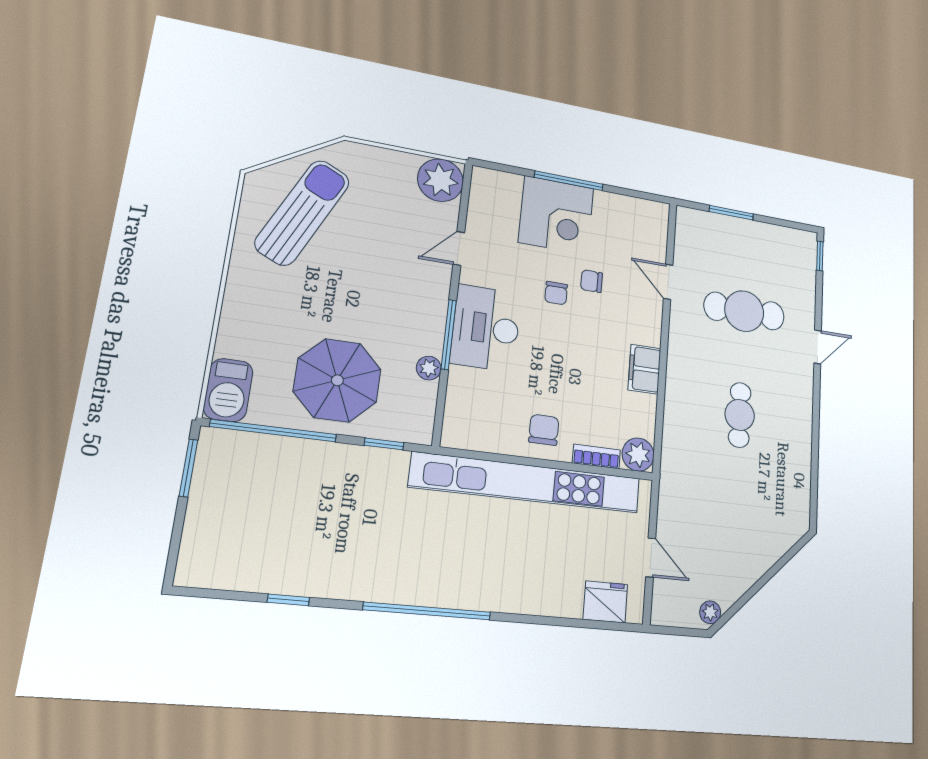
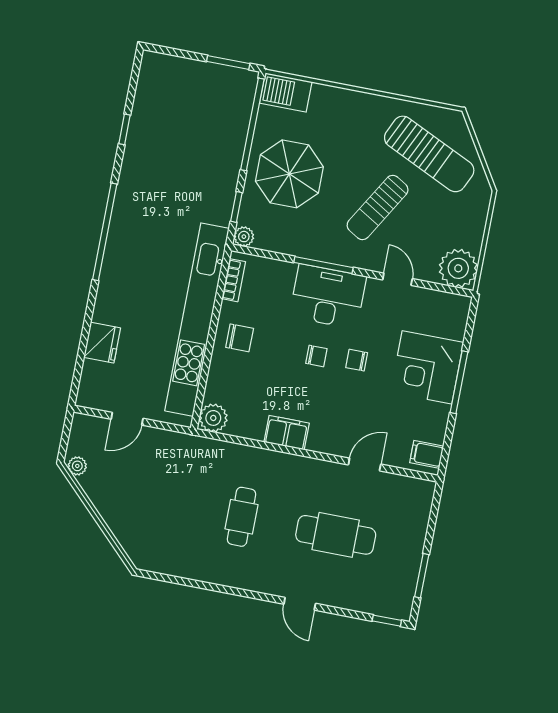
window: (731, 213) -> (422, 576), moved
filing cabinet: (650, 216) -> (427, 454), added
sun lounger: (374, 272) -> (378, 207), added
chair: (592, 281) -> (316, 356), moved, turned 90
cafe table: (744, 311) -> (336, 535), turned 90
plant: (429, 368) -> (244, 237), moved
cafe table: (740, 415) -> (241, 517), turned 90
bookcase: (596, 456) -> (234, 280), moved
fridge: (605, 602) -> (102, 343), moved

